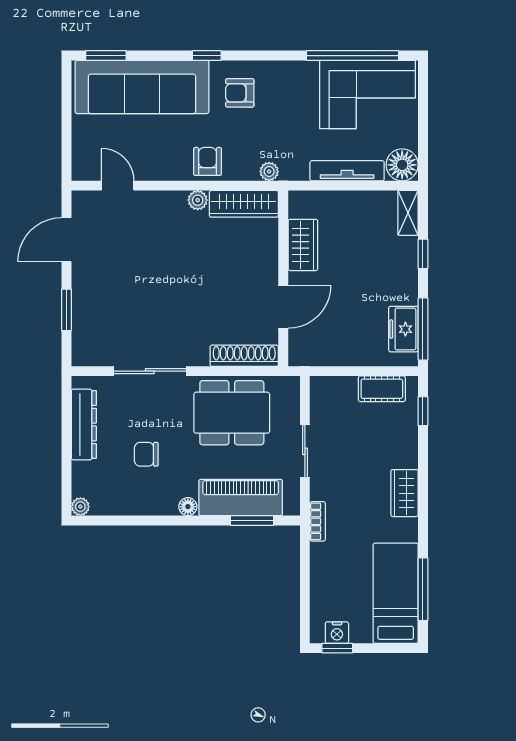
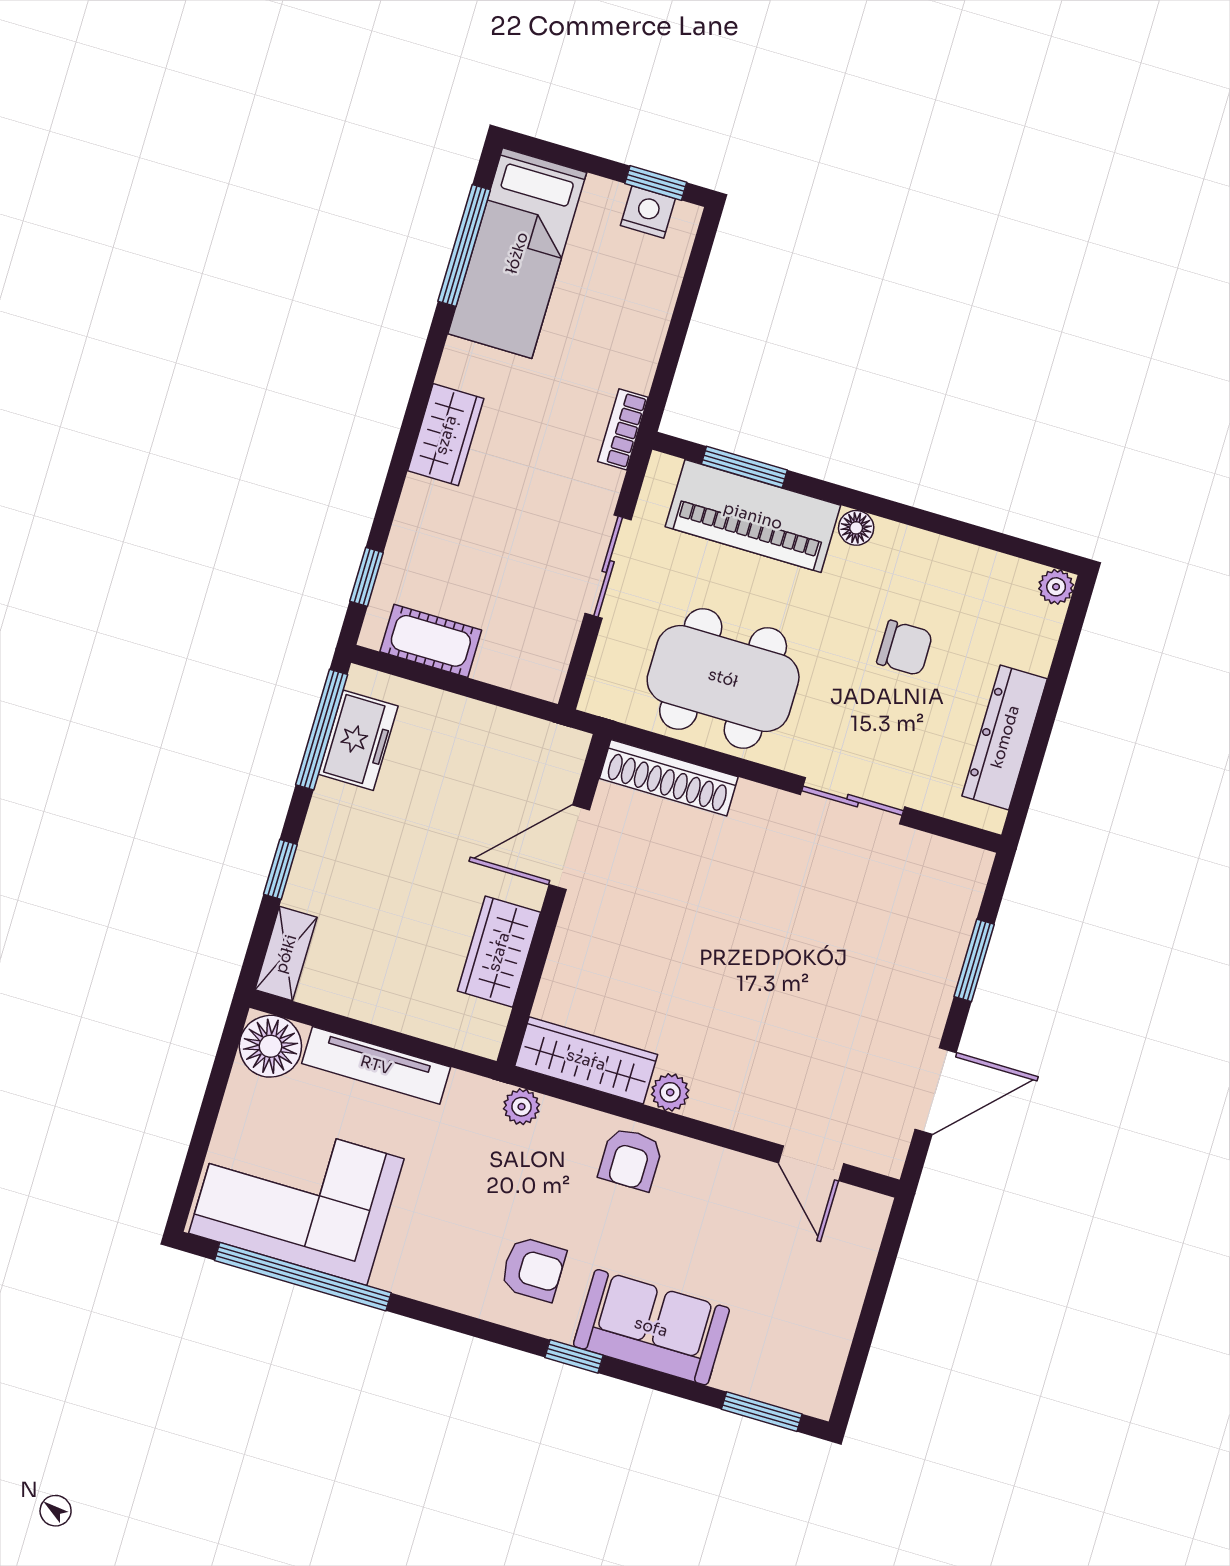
sofa: (142, 87) -> (651, 1327), width x0.54, depth x0.79
sliding door: (150, 371) -> (853, 801), width x0.73

